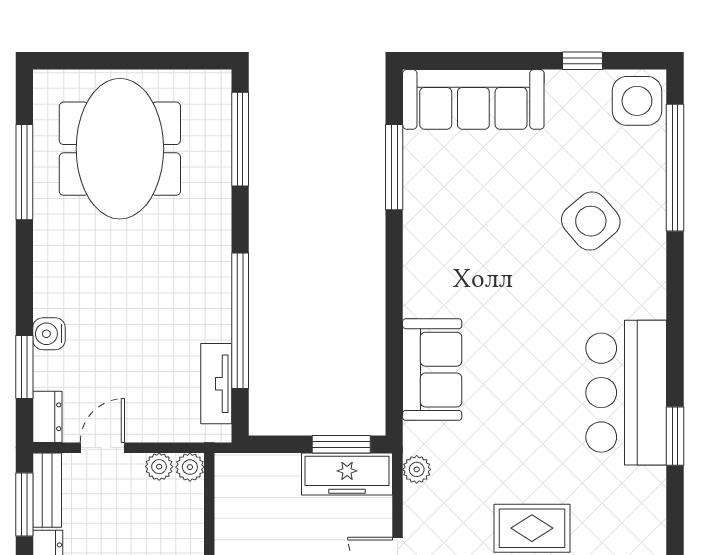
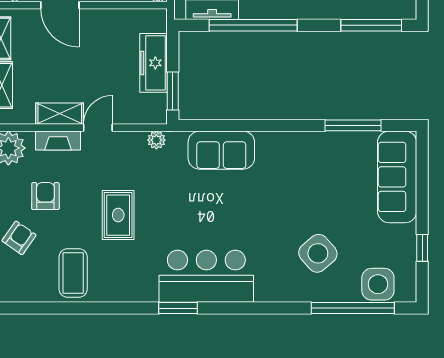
side table: (637, 101) -> (378, 284), moved
freezer: (347, 474) -> (153, 63), moved

